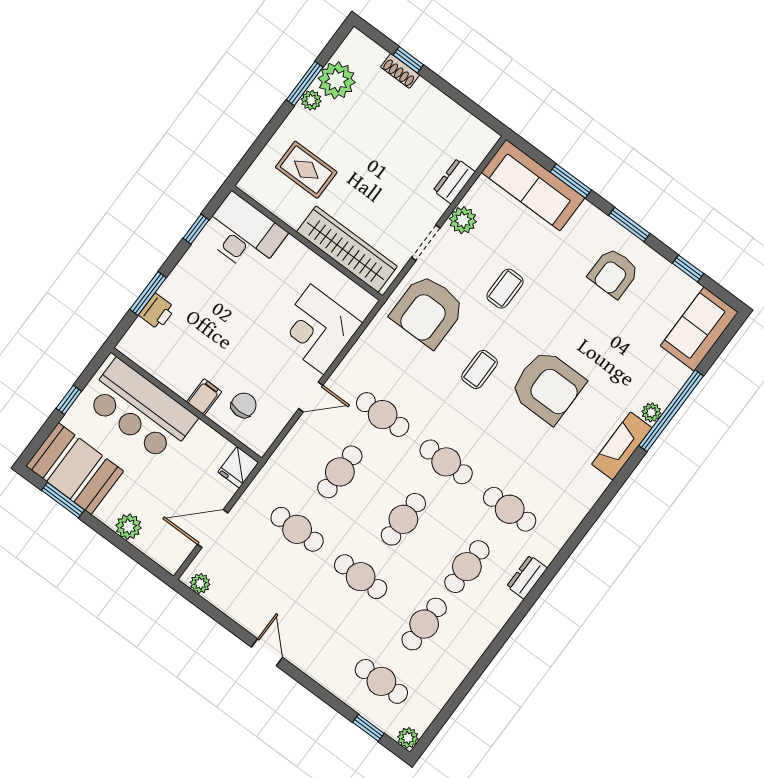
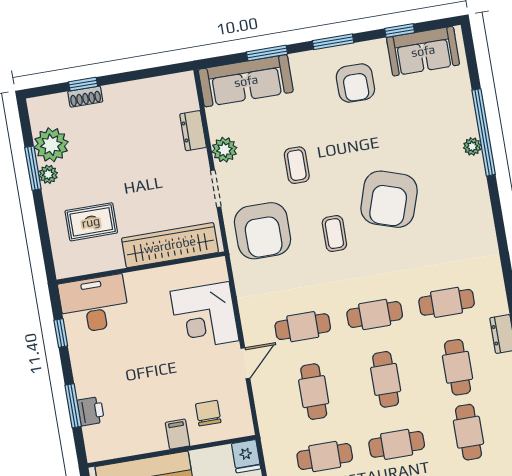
sofa: (699, 329) -> (423, 51), moved, turned -90
armchair: (548, 387) -> (389, 199), turned 108
fireplace: (622, 446) -> (476, 188), removed

